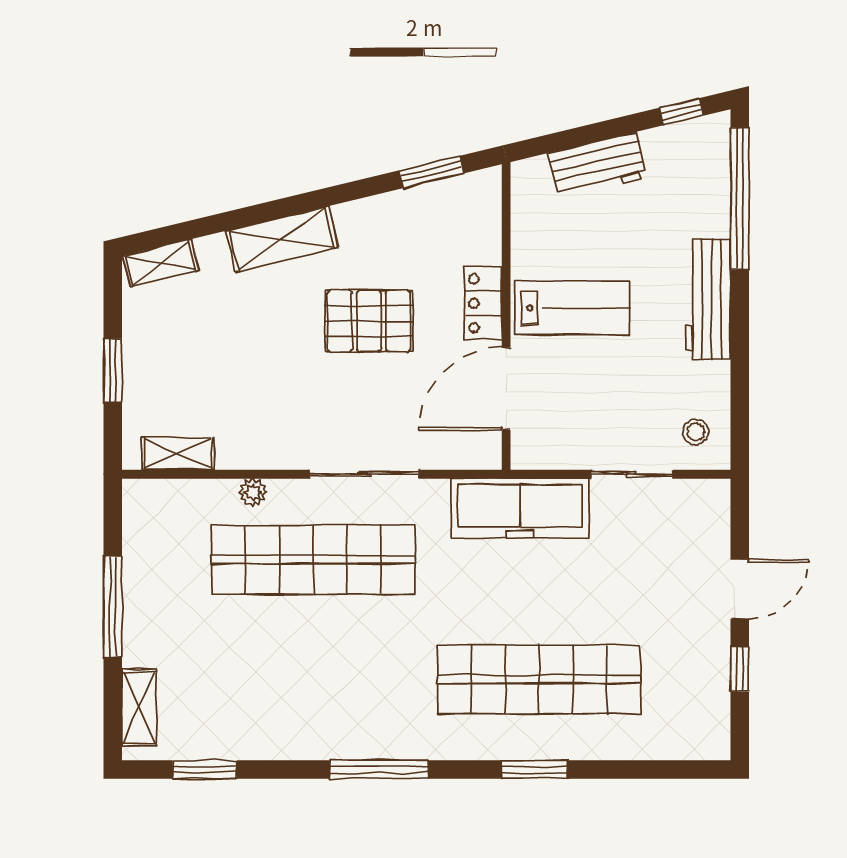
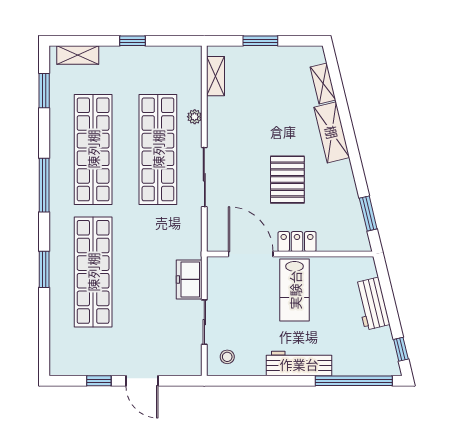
shelving: (161, 263) -> (323, 84), moved
freezer: (520, 508) -> (189, 279), width x0.52, depth x0.79
window: (113, 607) -> (133, 41), width x0.46
shop shelf: (313, 679) -> (93, 149), added

